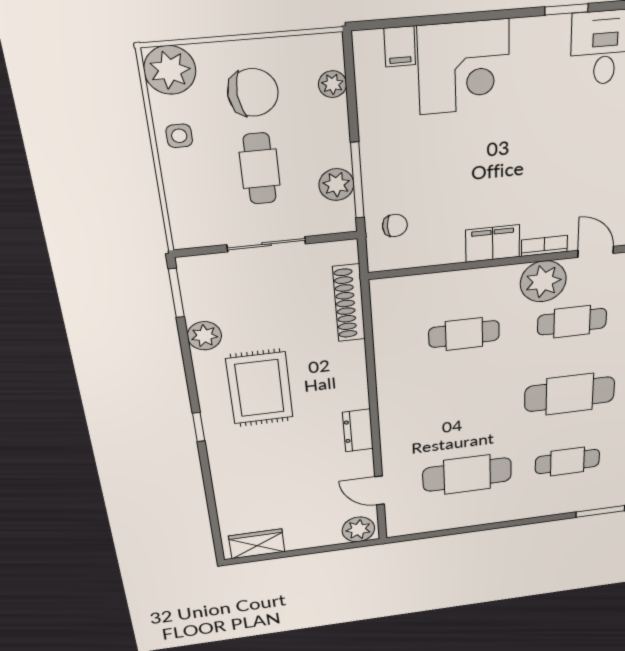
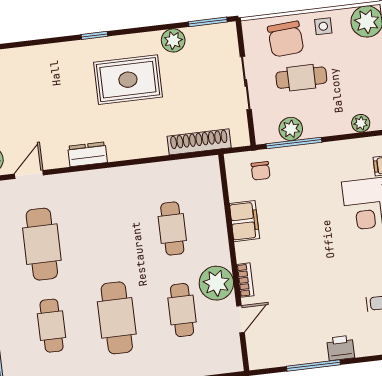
chair: (253, 93) -> (286, 39), moved
filing cabinet: (493, 244) -> (244, 221), moved

